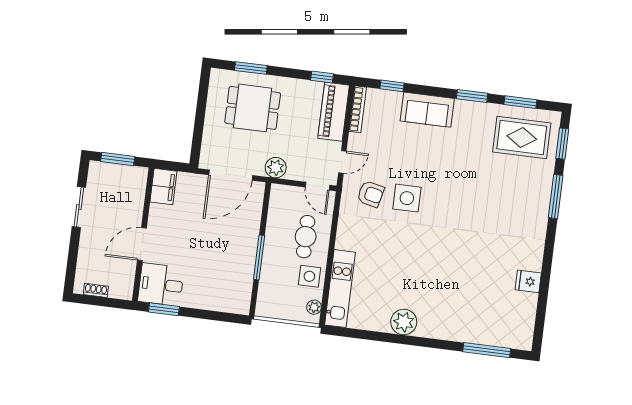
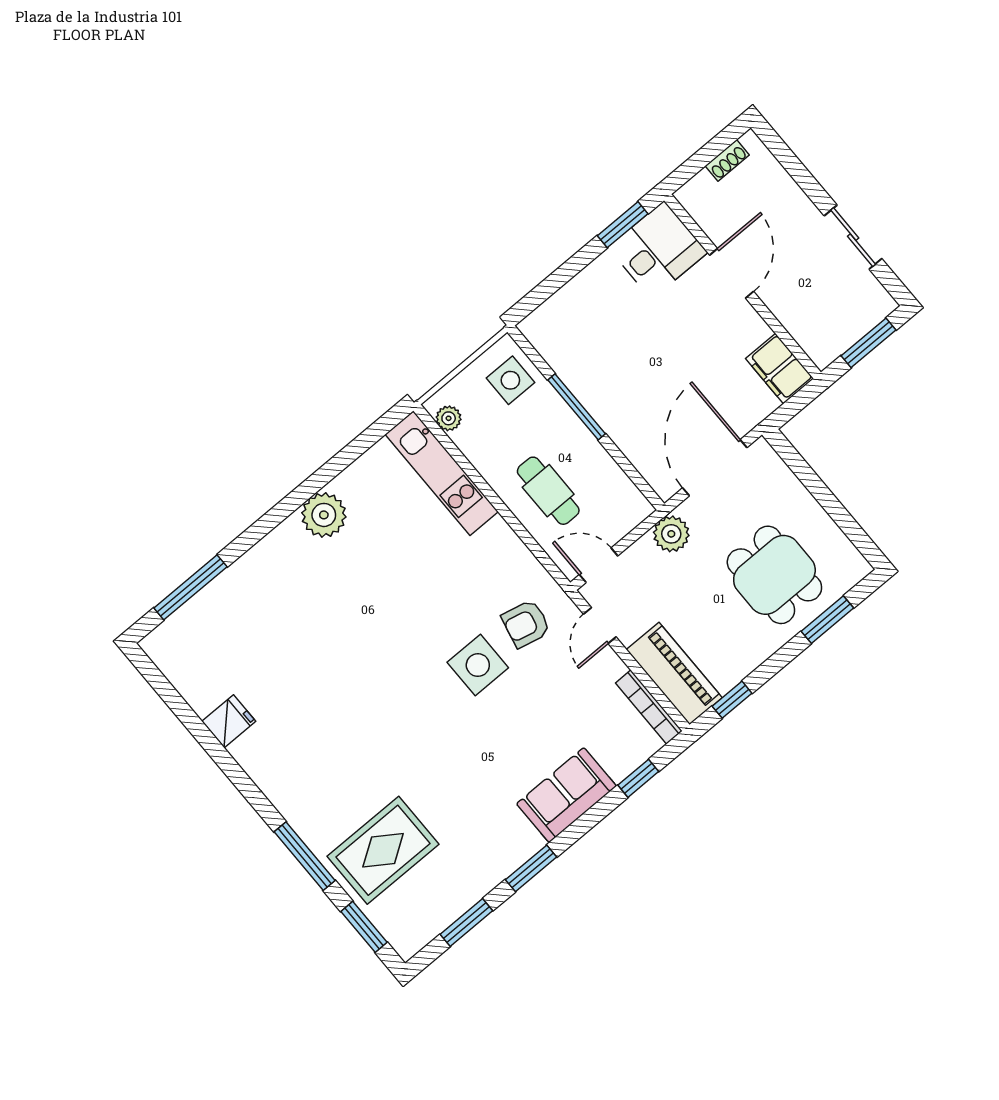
dining table: (253, 108) -> (774, 575), turned 90
rug: (522, 137) -> (383, 850), moved
side table: (309, 276) -> (510, 380), moved

